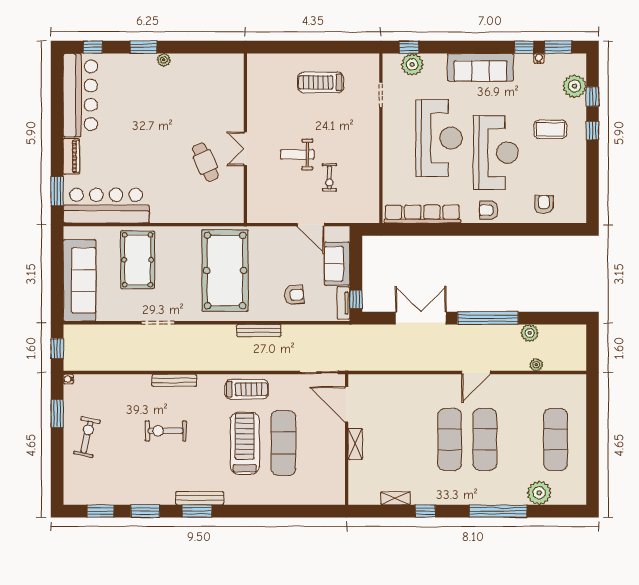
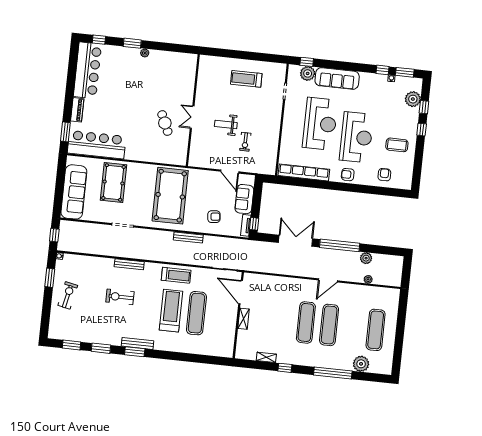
sofa: (480, 67) -> (337, 79), moved
coffee table: (550, 129) -> (397, 145), moved

